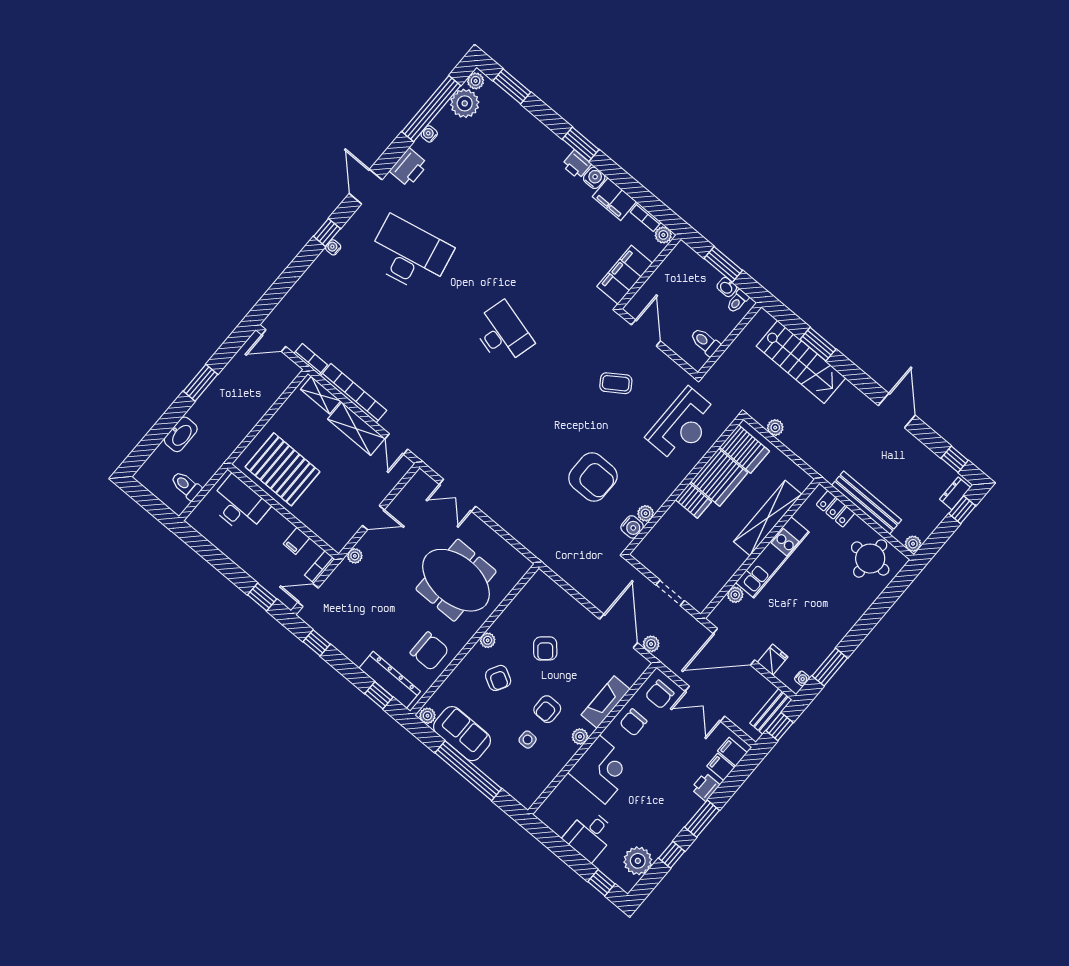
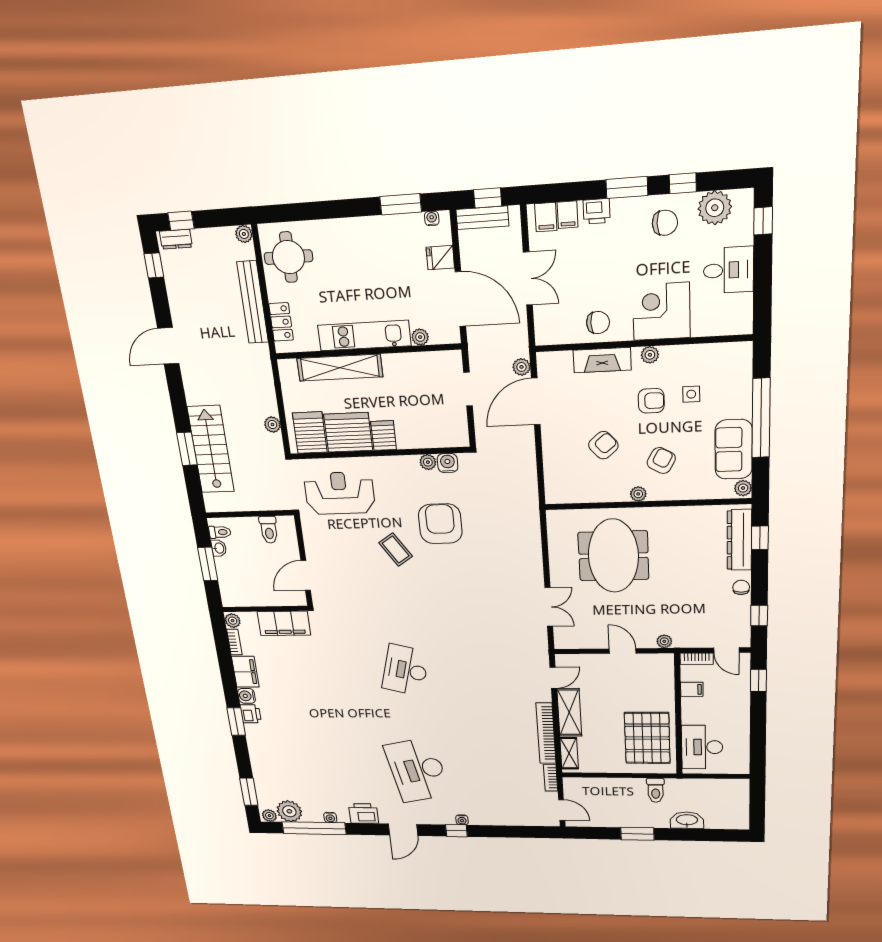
coffee table: (616, 383) -> (396, 550), moved
toilet: (186, 486) -> (656, 790), moved
chair: (429, 651) -> (741, 587), moved, width x0.54, depth x0.54
chair: (660, 694) -> (665, 223), moved

